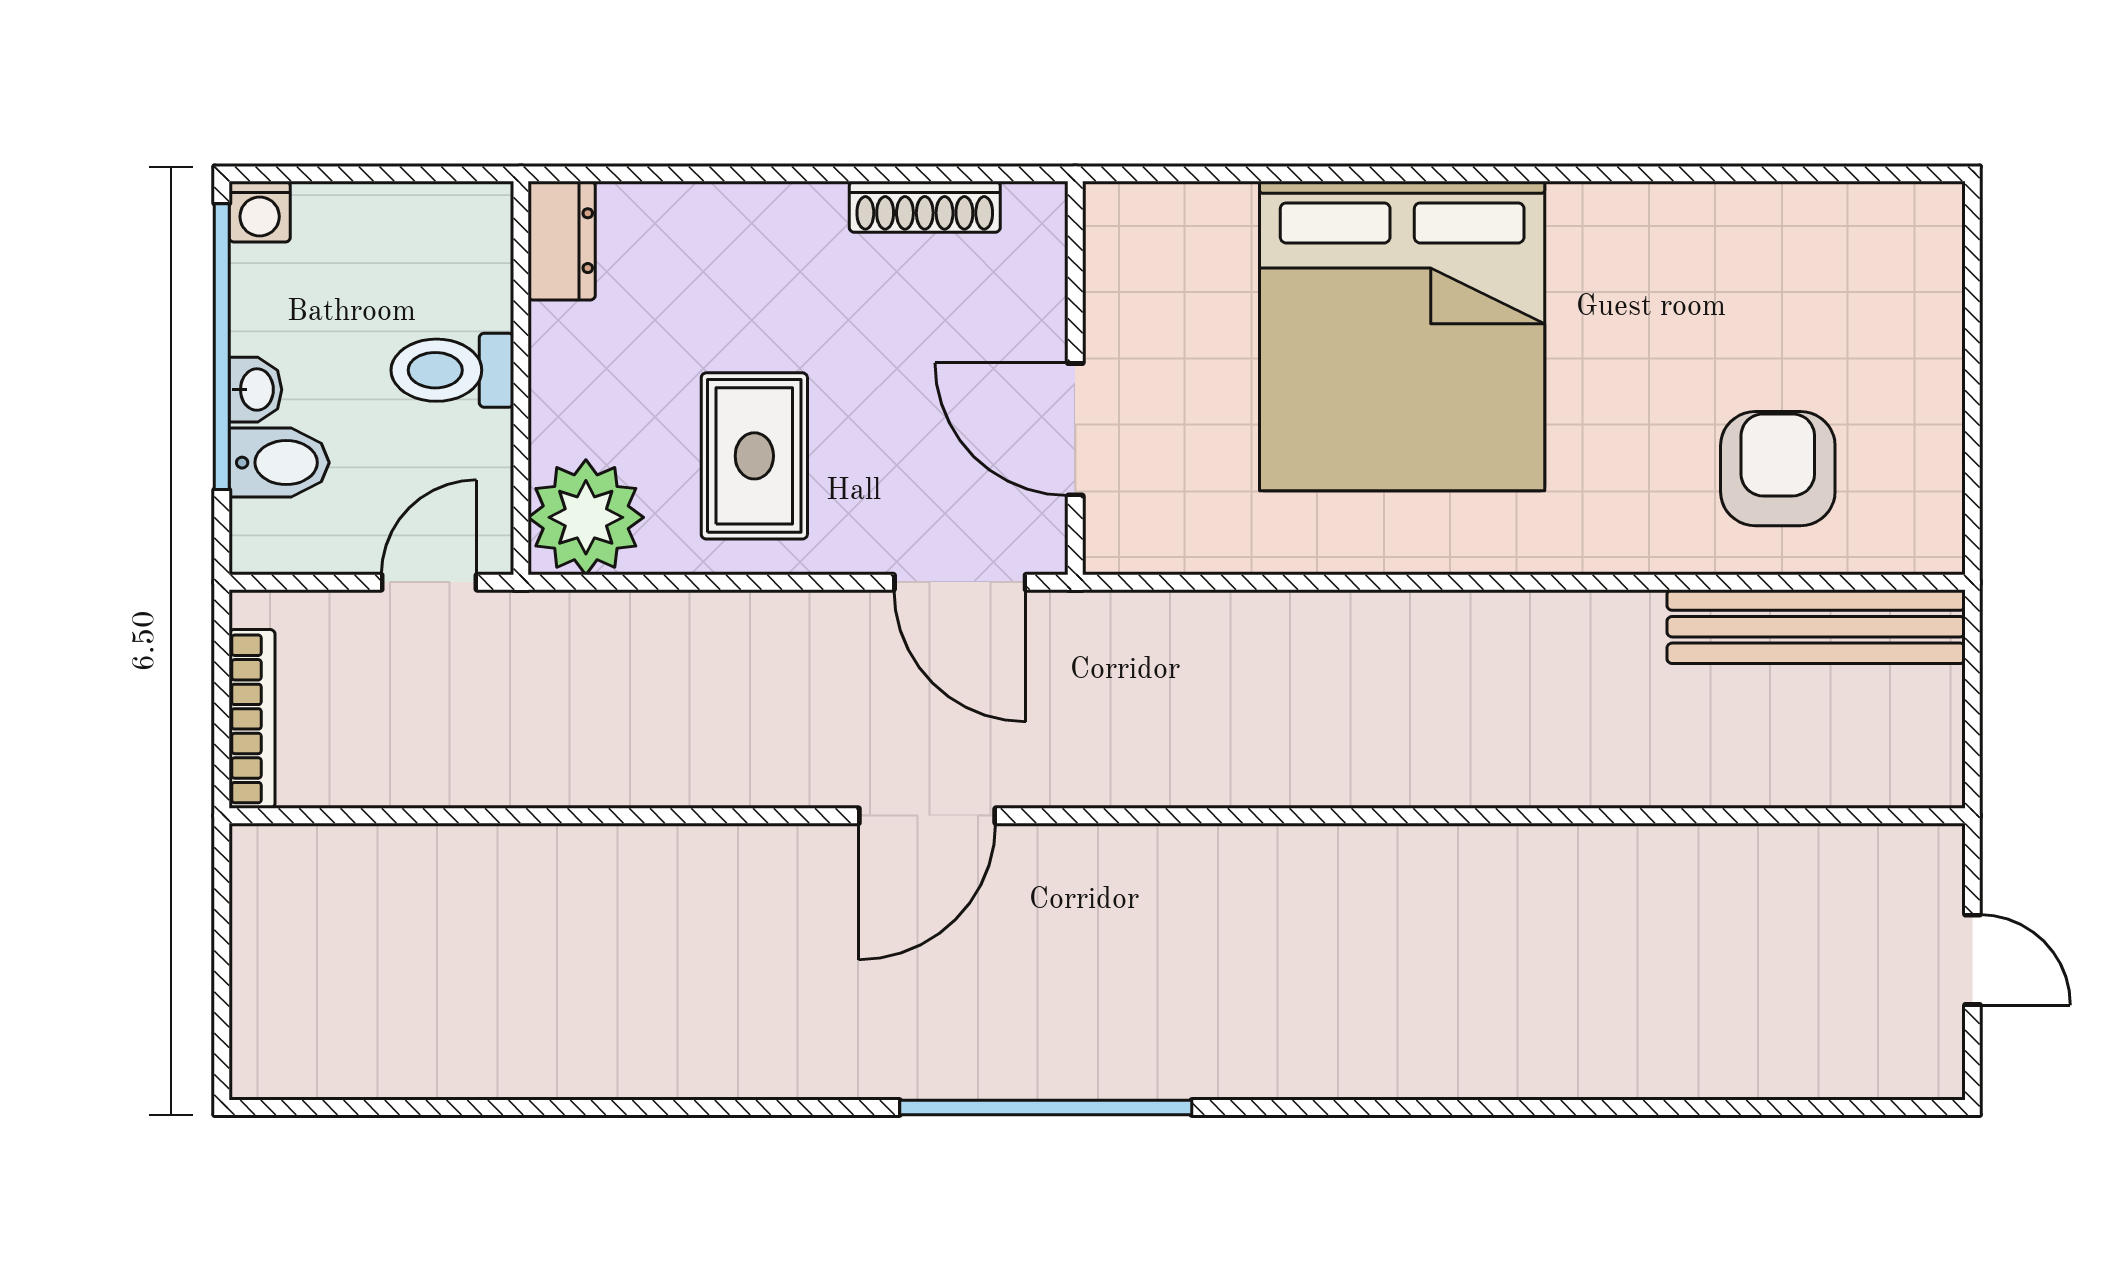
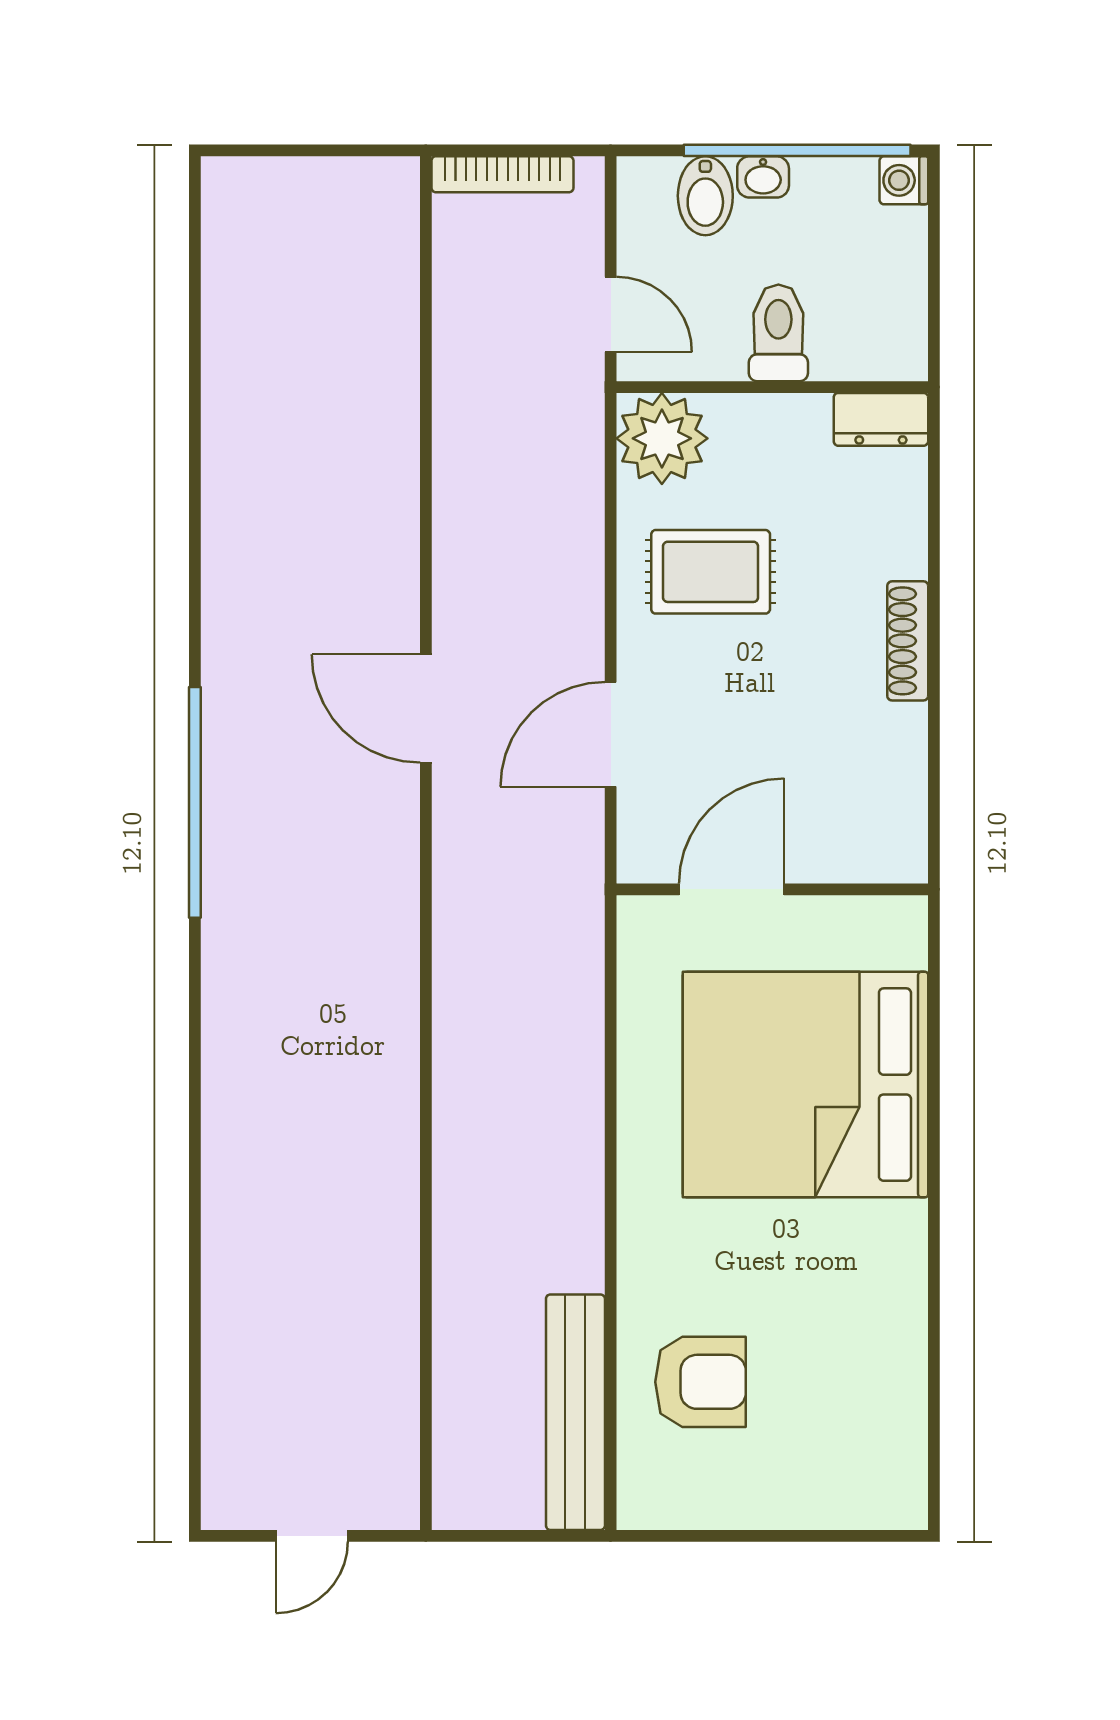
shoe rack: (925, 207) -> (908, 641), moved
wall: (1075, 378) -> (772, 889), moved
door: (1075, 429) -> (732, 889), moved

